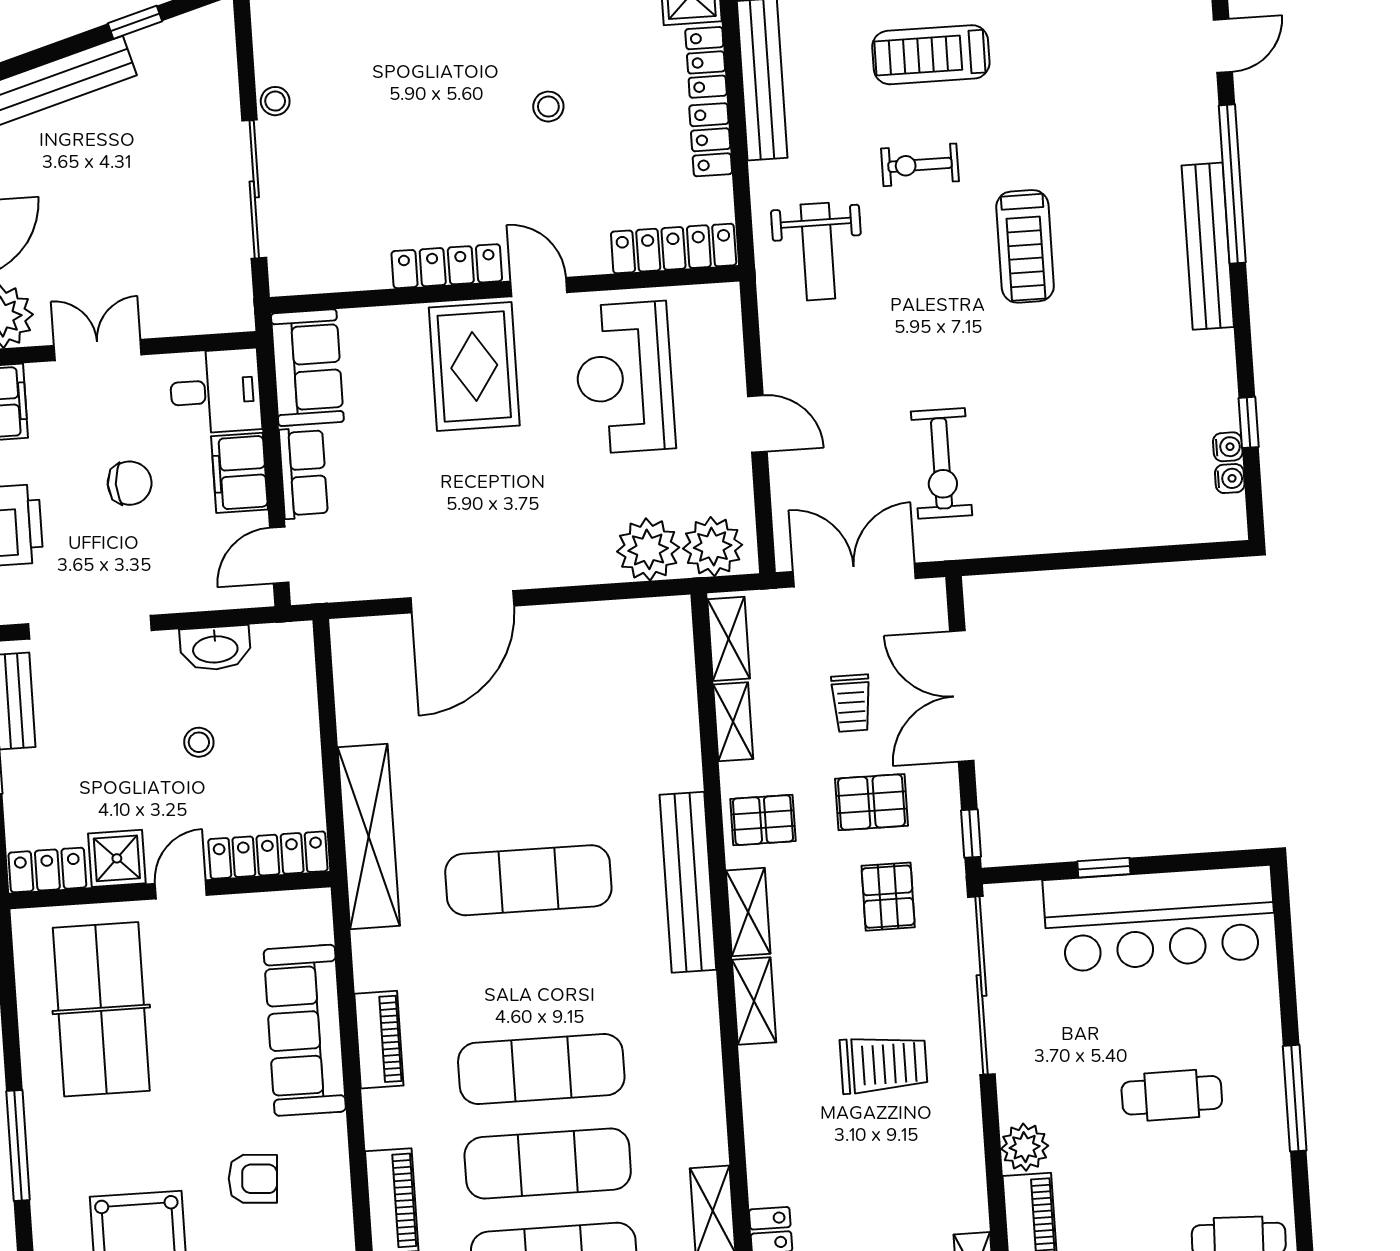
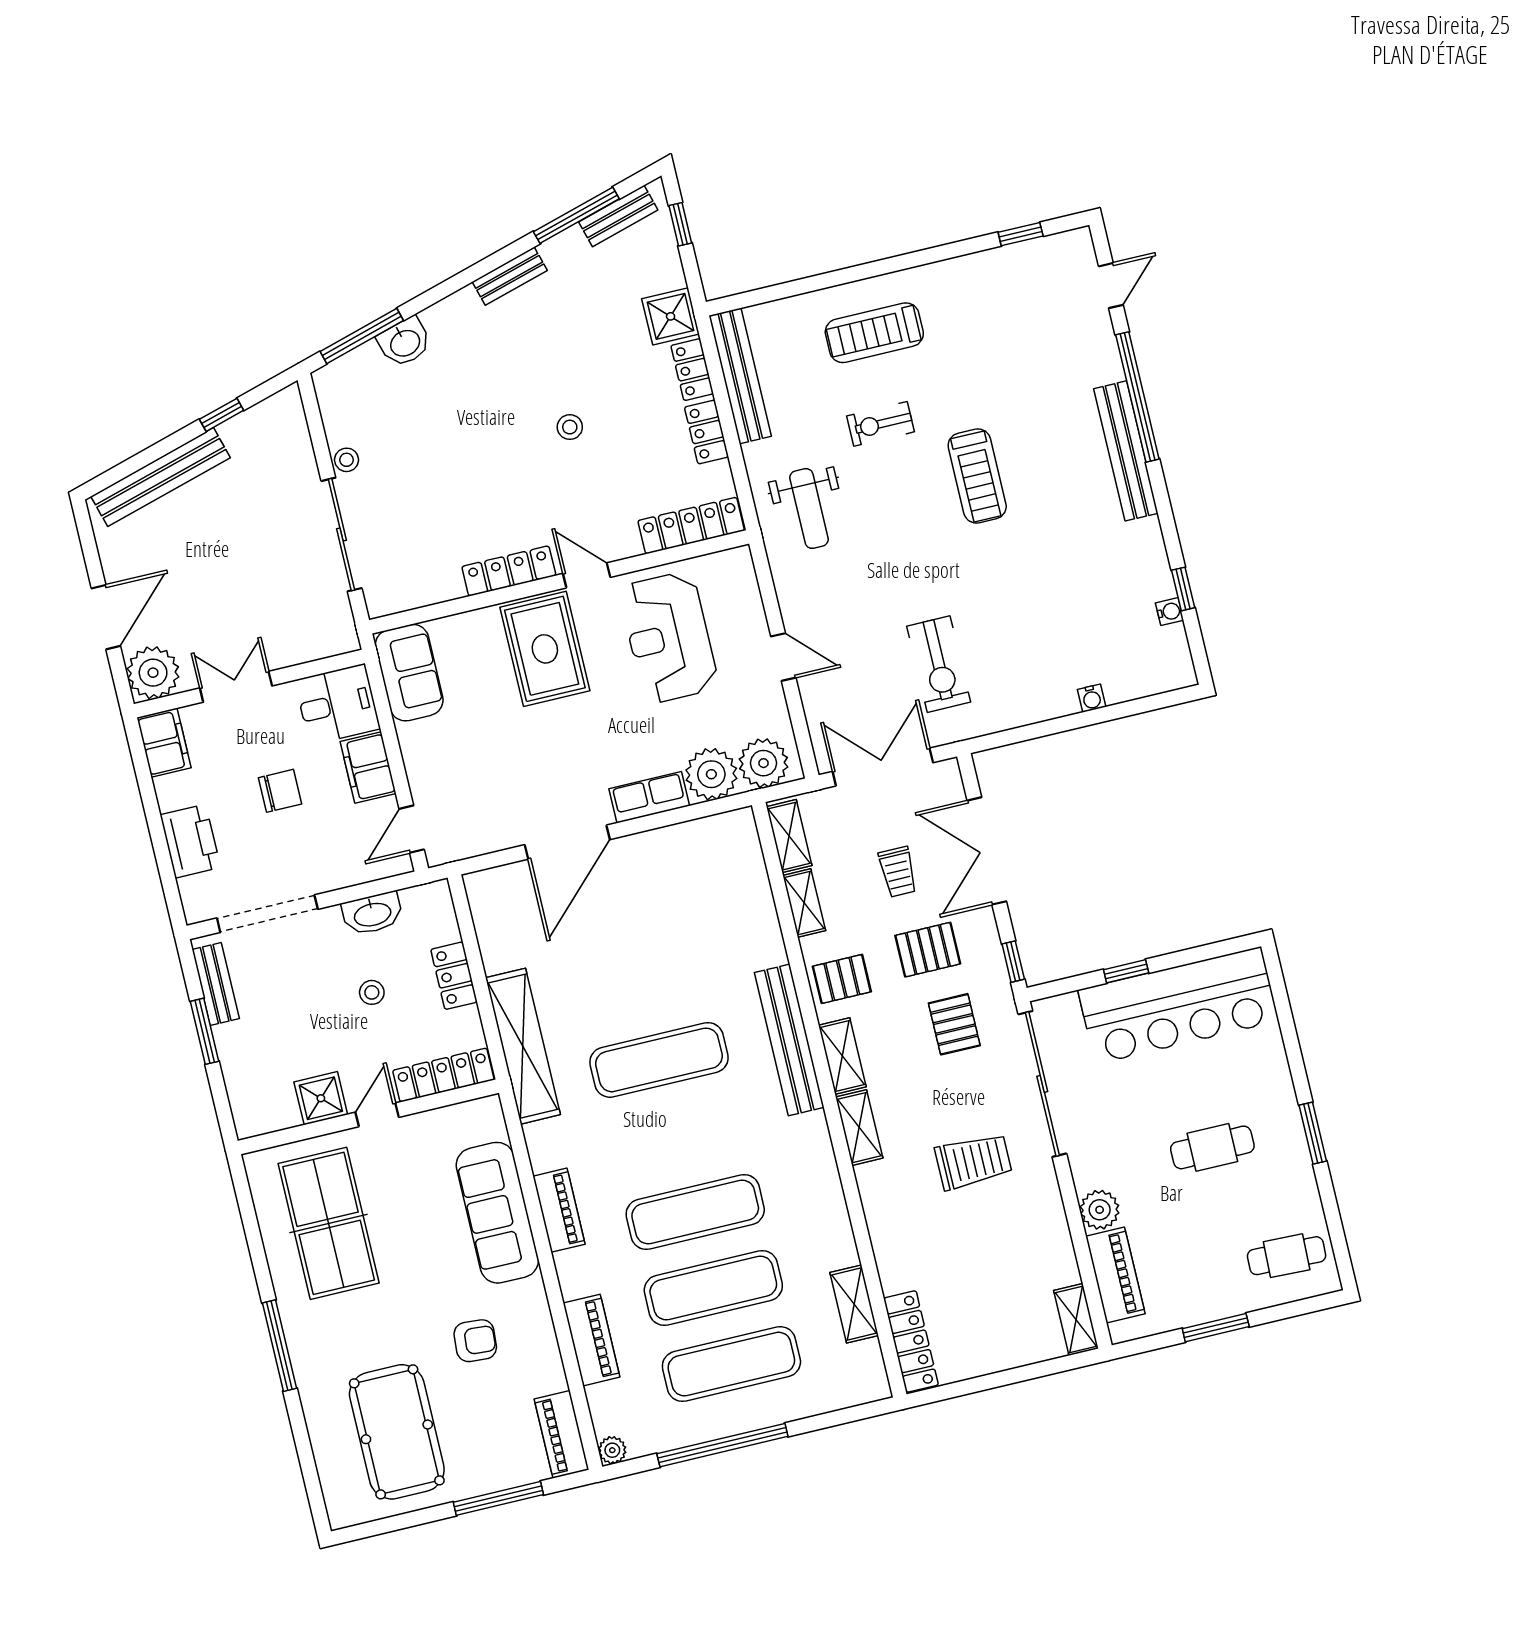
row of seats: (303, 473) -> (649, 797), moved, turned -90
water cooler: (1230, 479) -> (1092, 698), moved, turned 90
locker: (47, 870) -> (454, 976), moved, turned -90
window: (1295, 1098) -> (1313, 1133), width x0.69

